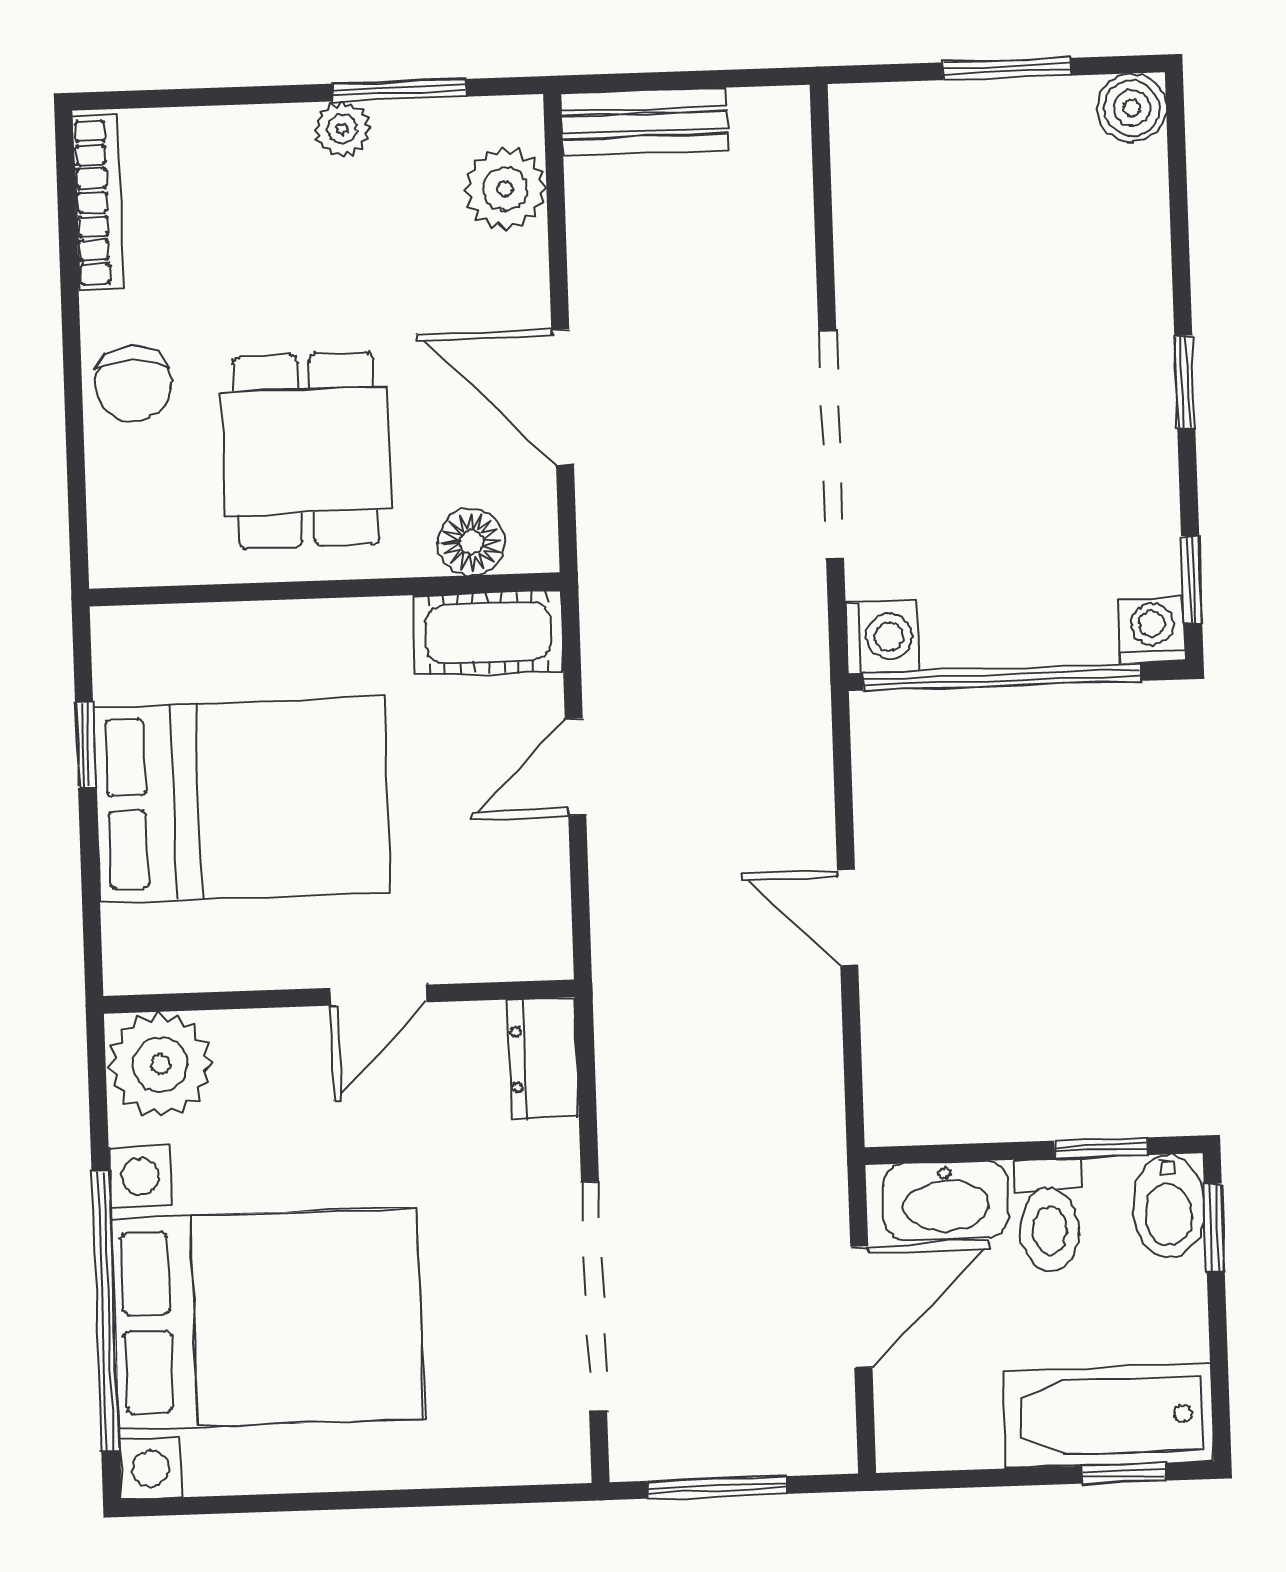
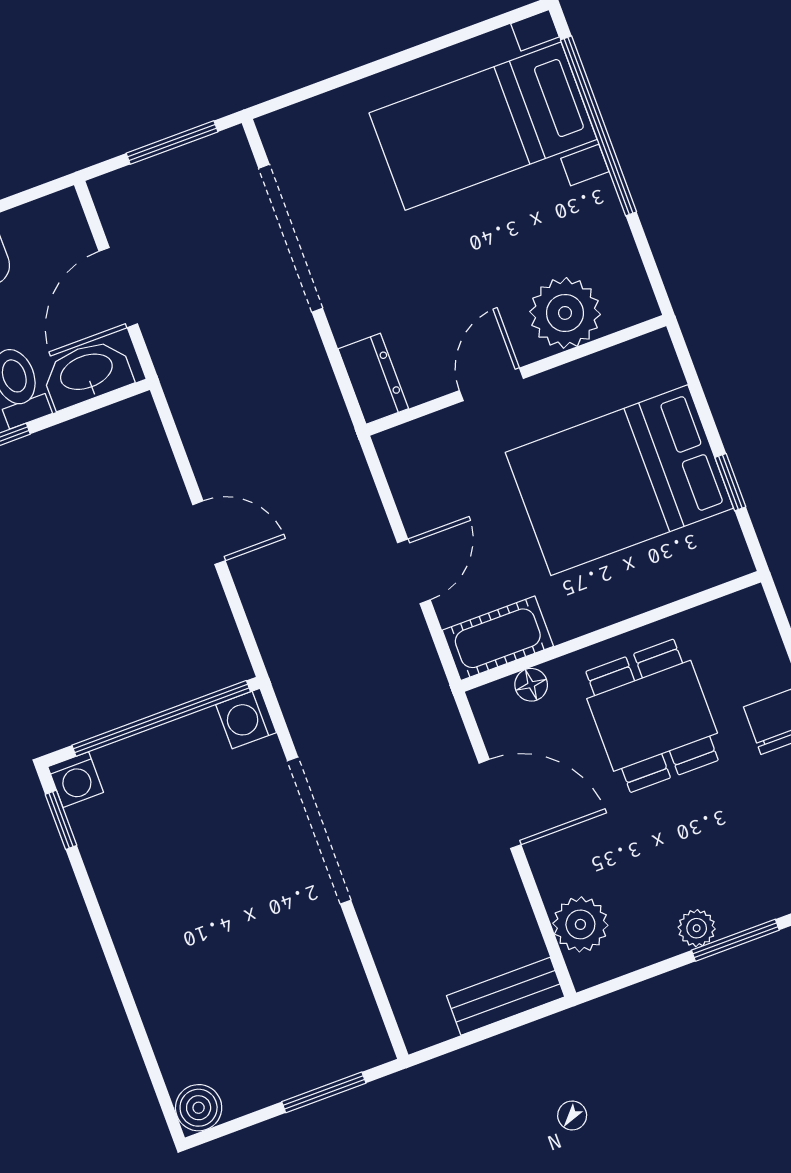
window: (1007, 69) -> (324, 1092), moved
window: (399, 90) -> (735, 940), moved
window: (1185, 382) -> (107, 945), removed
floor lamp: (471, 542) -> (531, 685), width x0.73, depth x0.73
plant: (160, 1065) -> (565, 313), moved
bed with nightstands: (267, 1318) -> (483, 126), width x0.73

